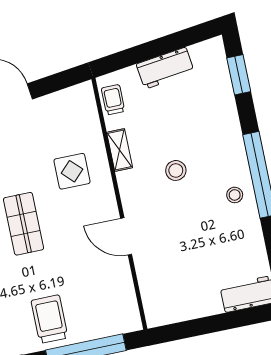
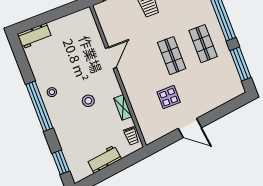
display table: (72, 171) -> (169, 97), moved
door: (126, 236) -> (111, 58), hinge flipped

